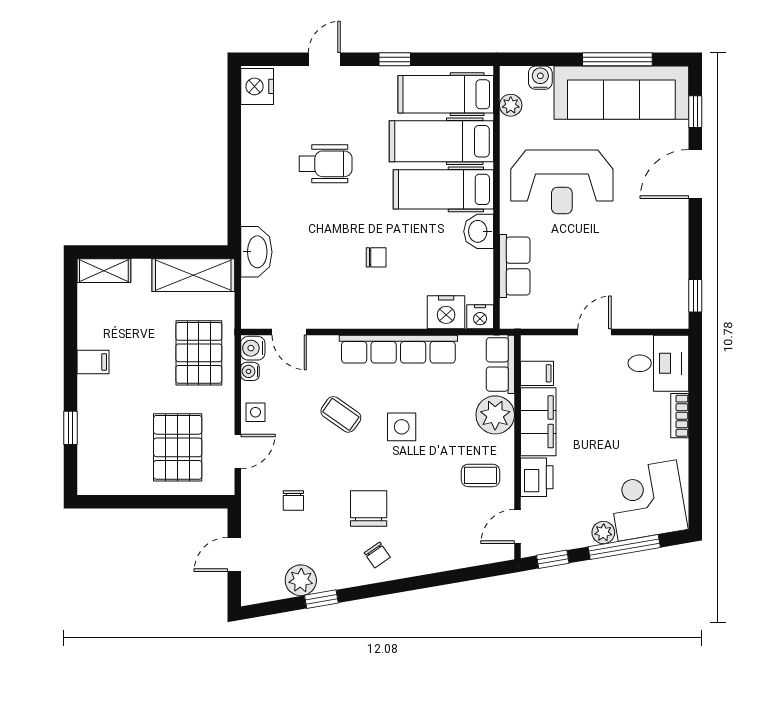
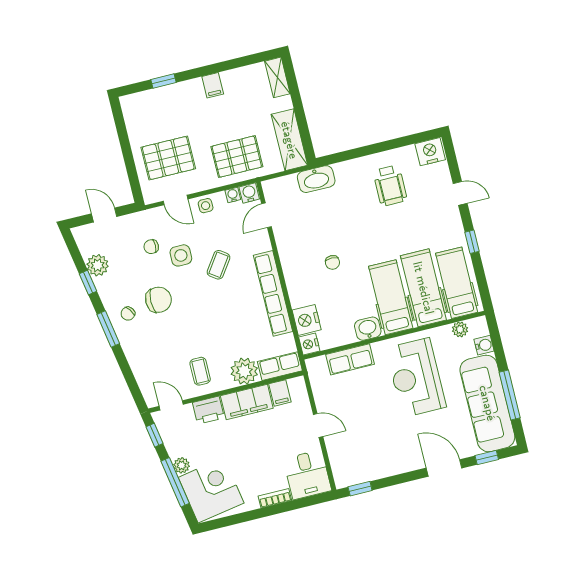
wheelchair: (326, 164) -> (390, 186), moved
side table: (402, 427) -> (181, 255), moved
window: (392, 587) -> (108, 329), added

